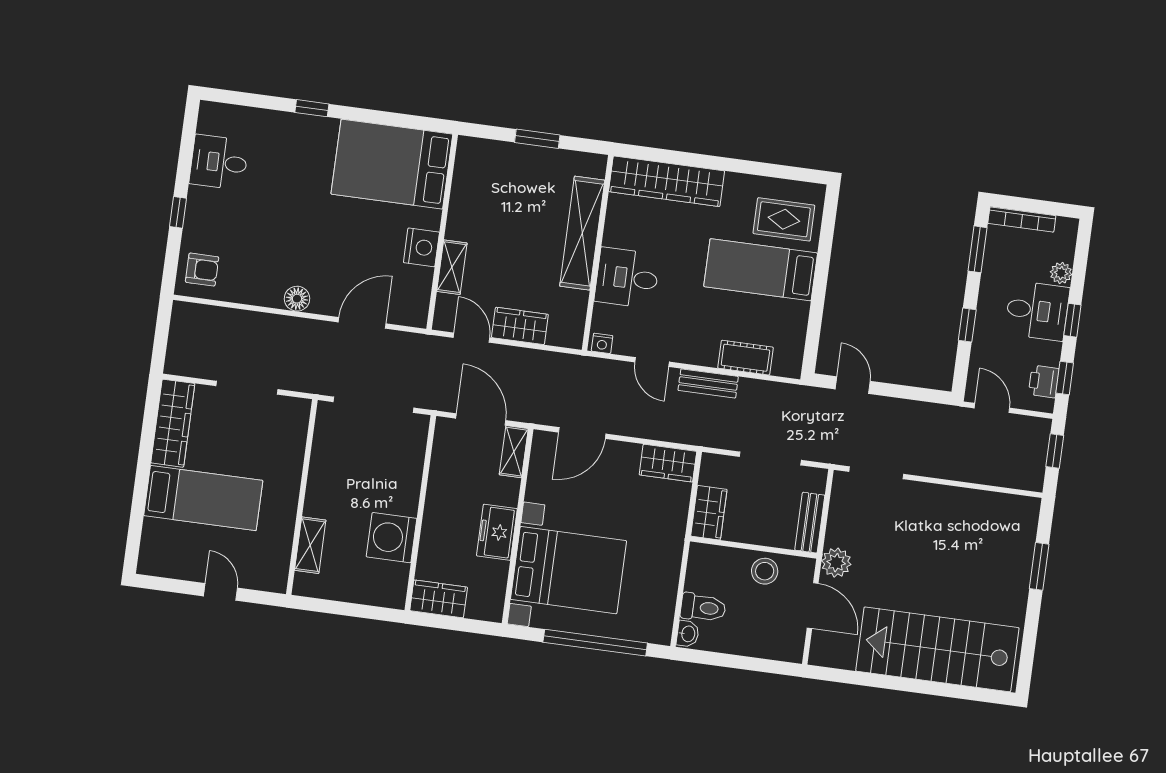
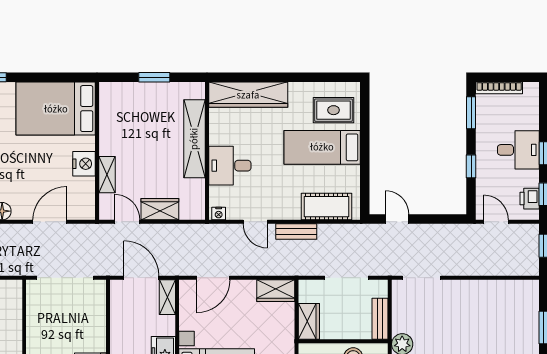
plant: (1061, 273) -> (531, 121), removed
cot: (745, 358) -> (327, 207), width x1.37, depth x1.34

